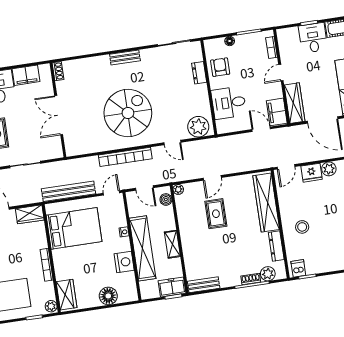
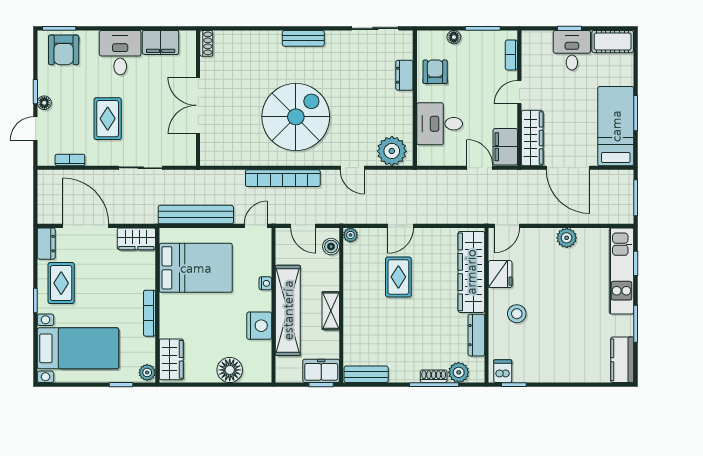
fridge: (312, 173) -> (500, 274), moved, turned -90

